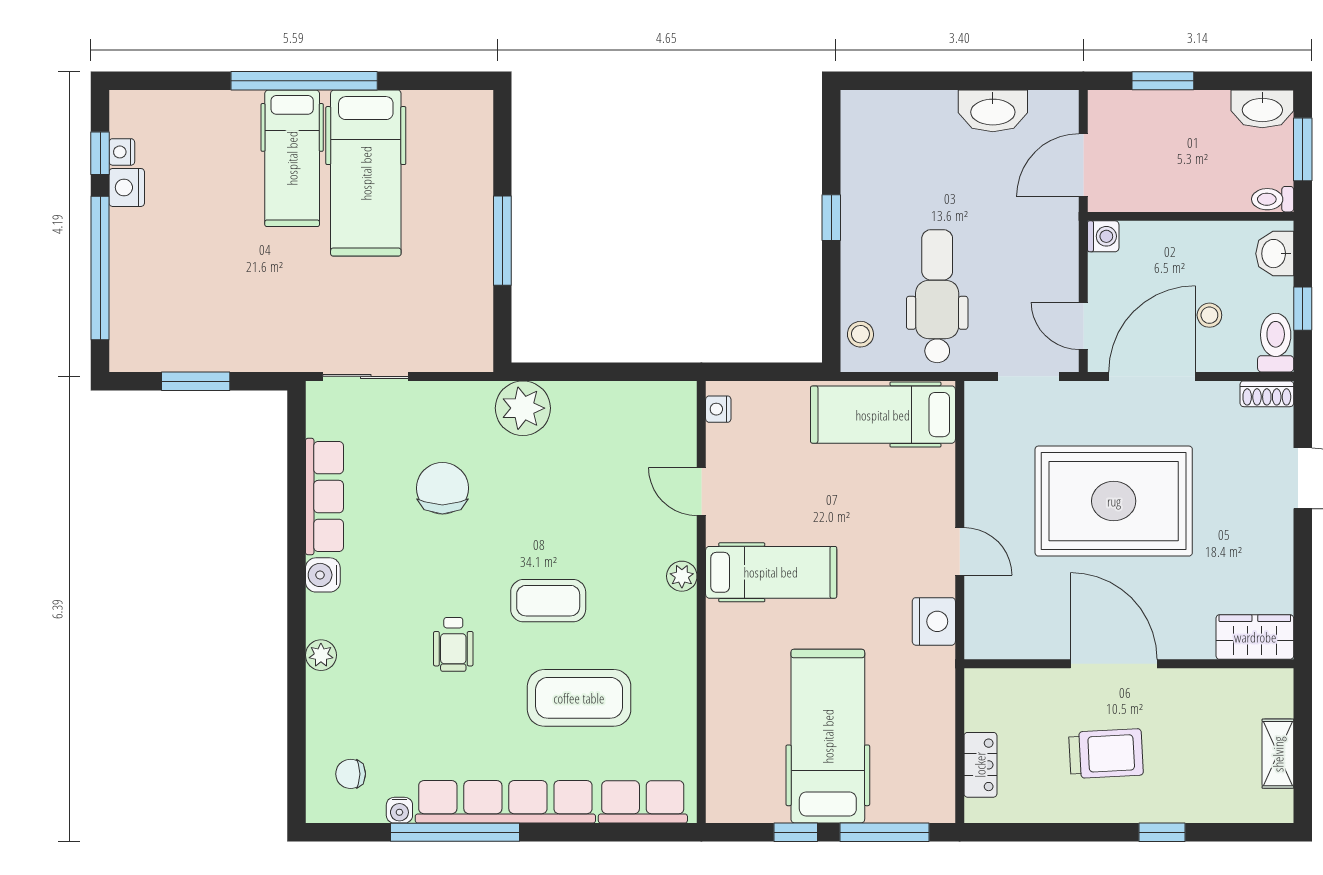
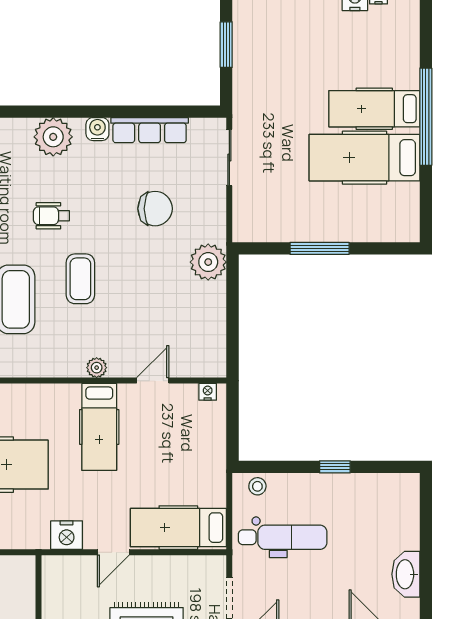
hospital bed: (883, 415) -> (178, 528), moved, turned -90
plant: (321, 655) -> (53, 137), width x1.87, depth x1.87

